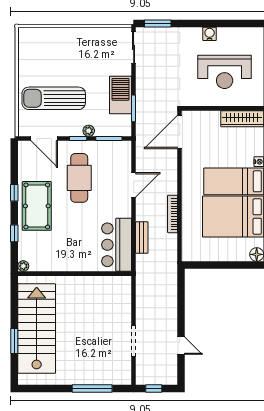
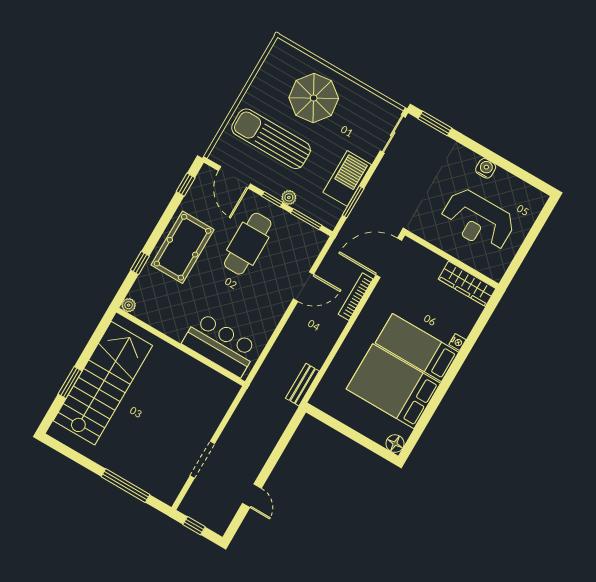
parasol: (66, 54) -> (314, 98), added
window: (14, 193) -> (186, 185), moved
bookcase: (173, 214) -> (356, 297), moved
bench: (142, 238) -> (302, 385), moved
bar counter: (117, 245) -> (220, 345), moved, turned 90

